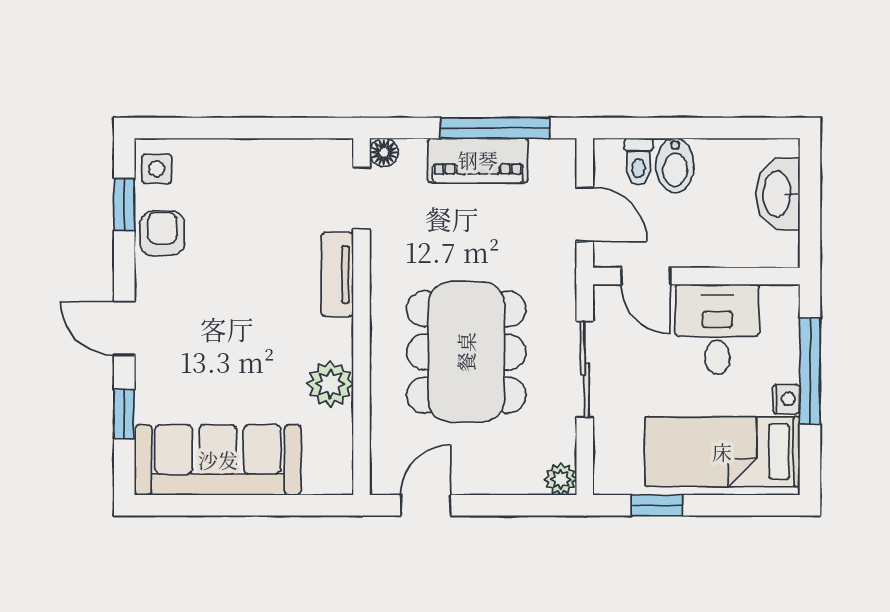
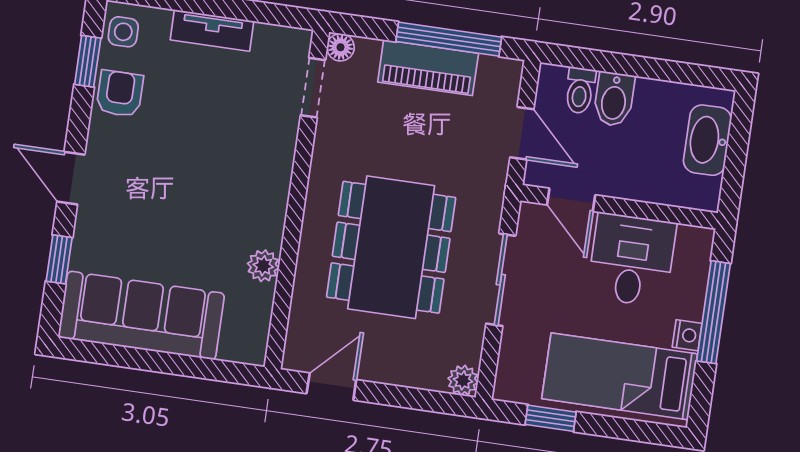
tv unit: (337, 275) -> (212, 30), moved, turned -90
plant: (330, 384) -> (263, 266), width x0.73, depth x0.73

